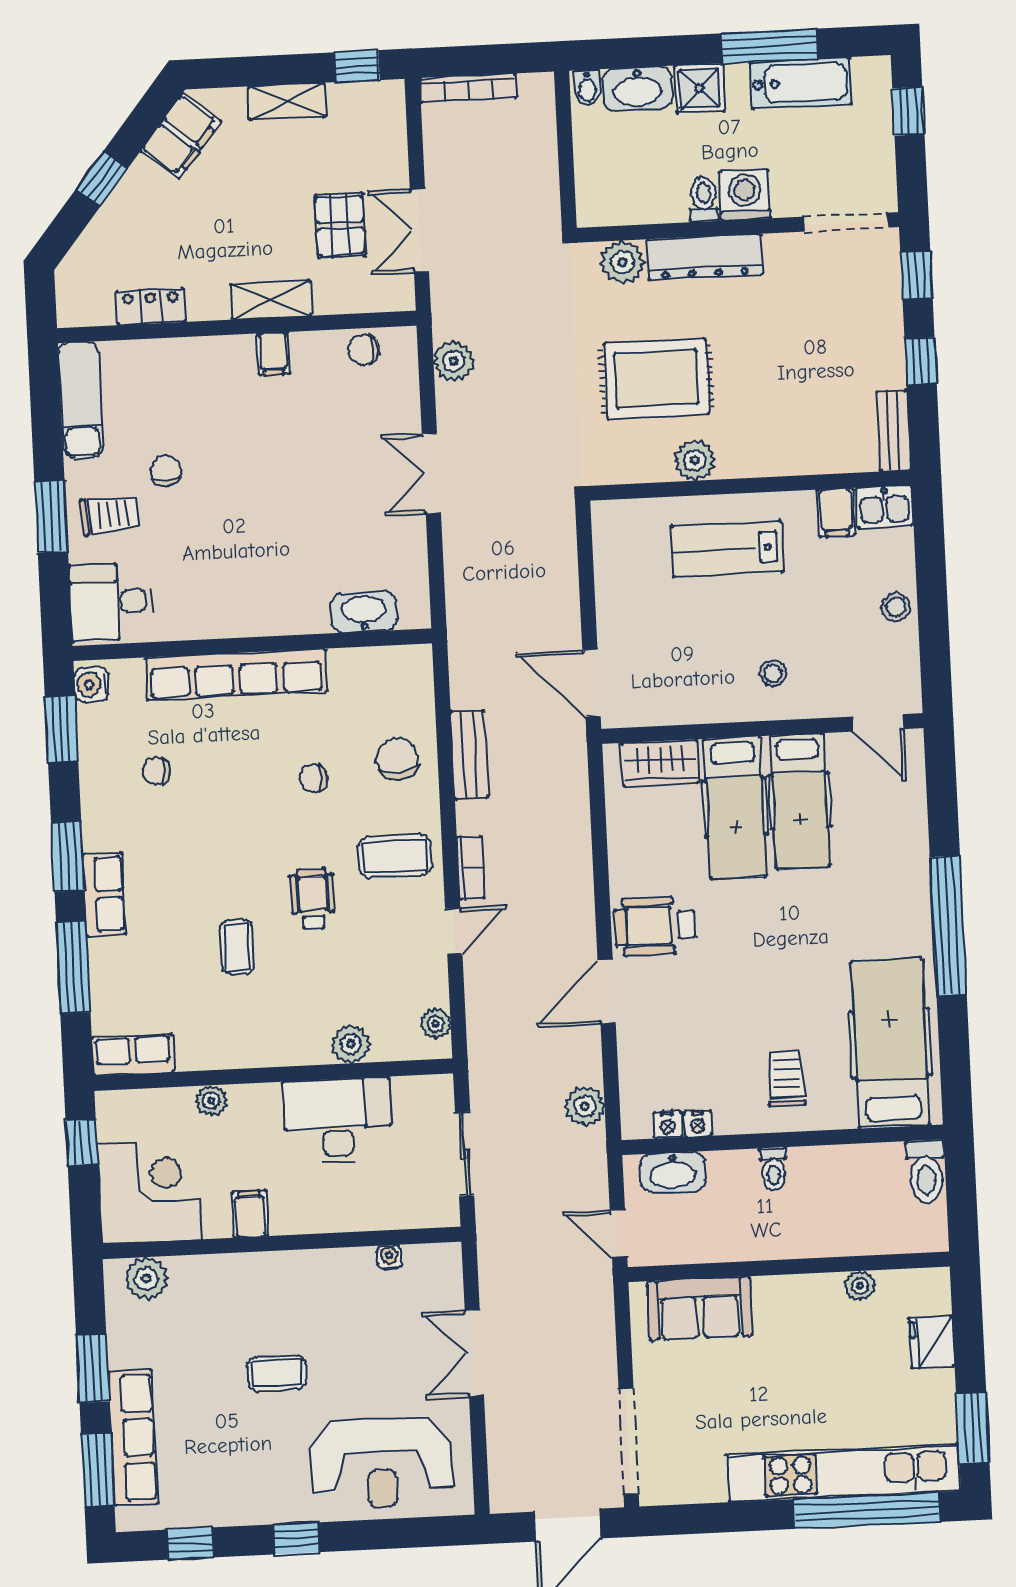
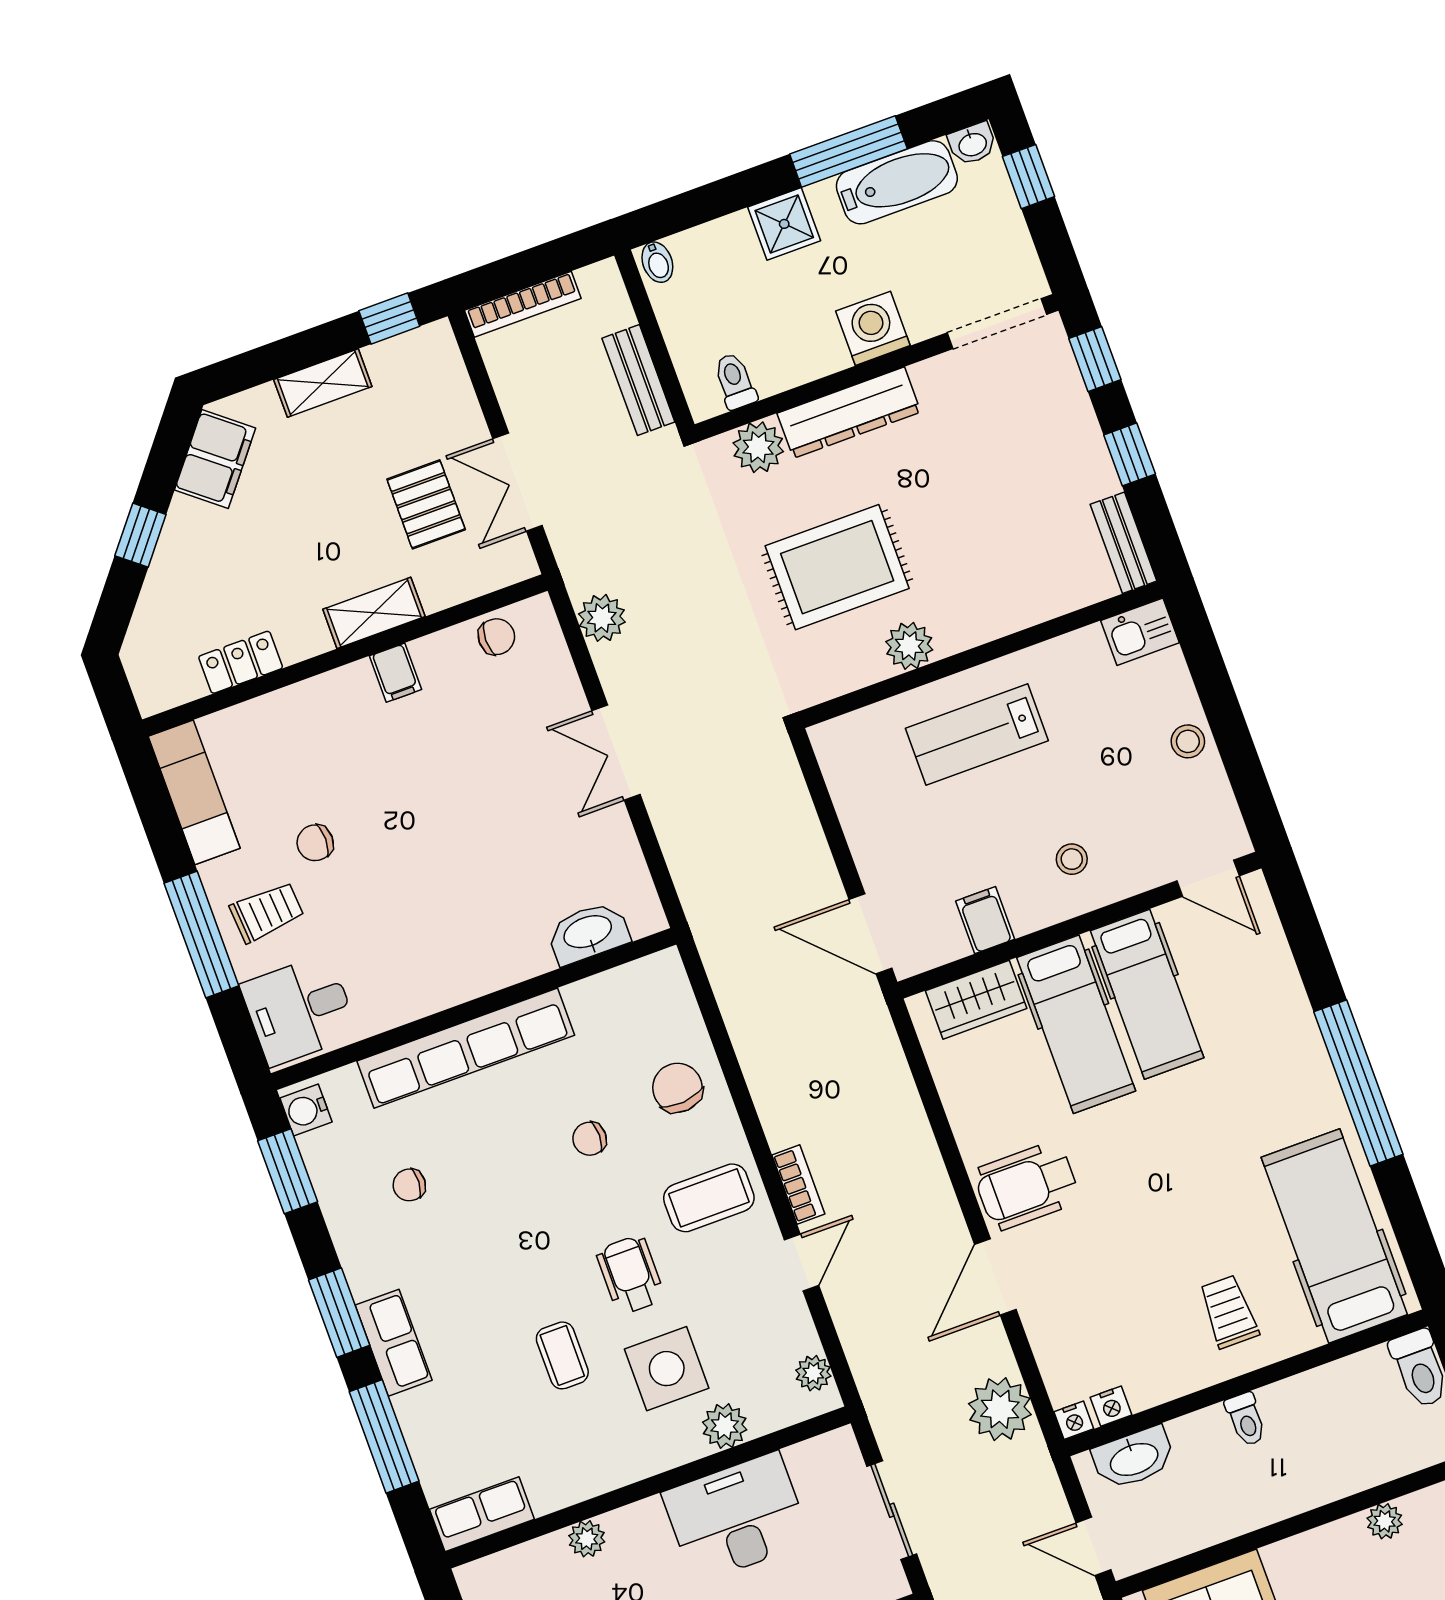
washbasin: (637, 89) -> (972, 144), moved, width x0.52, depth x0.69
toilet: (704, 199) -> (735, 381), moved
chair: (364, 350) -> (496, 637), turned 180
chair: (166, 471) -> (315, 843), turned -90
filing cabinet: (836, 513) -> (985, 920), moved, turned 180
window: (51, 517) -> (201, 934), width x1.44
bench: (469, 755) -> (638, 380), moved
side table: (318, 983) -> (667, 1369), added
plant: (585, 1106) -> (1000, 1409), width x1.36, depth x1.36
nightstand: (698, 1124) -> (1074, 1420), moved

